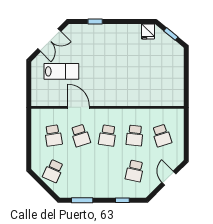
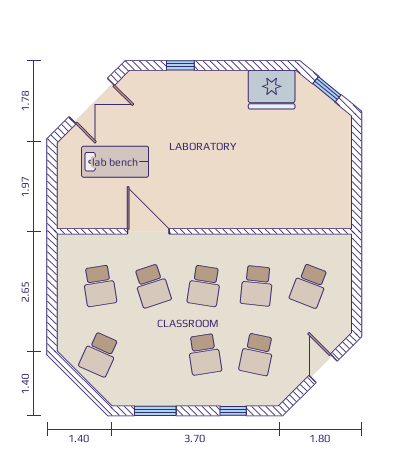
fridge: (148, 32) -> (272, 90), width x1.88, depth x1.34
school desk: (162, 136) -> (309, 286), turned 39
school desk: (108, 171) -> (204, 354), added

